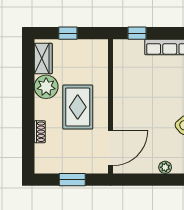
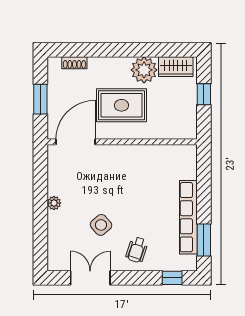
window: (137, 33) -> (204, 172), removed
shoe rack: (40, 132) -> (74, 63), moved
door: (110, 148) -> (76, 142), swing flipped

